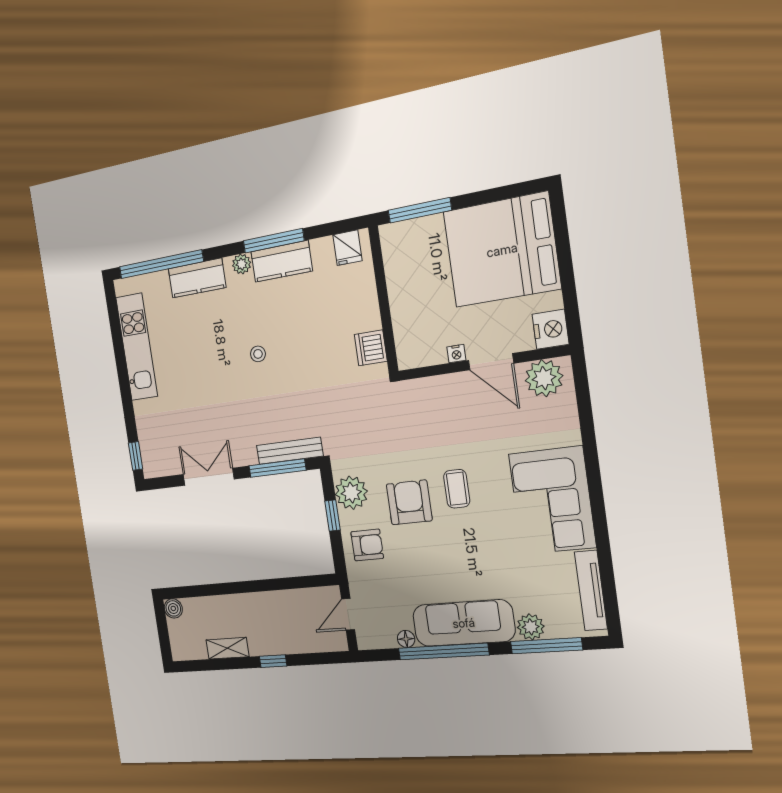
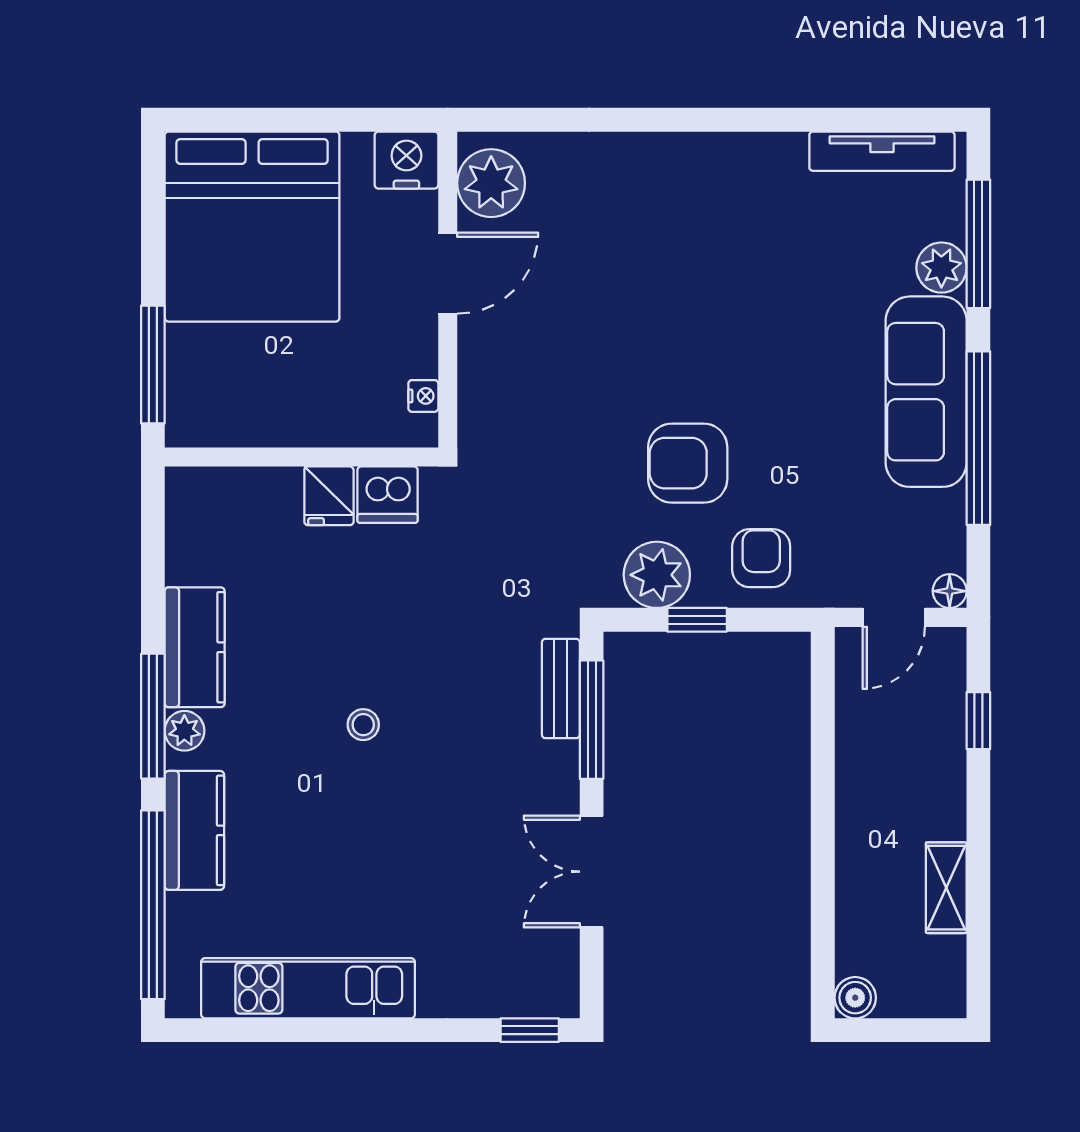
window: (273, 241) -> (153, 716), moved
fridge: (347, 248) -> (329, 496), moved, turned 90
nightstand: (456, 354) -> (423, 396), moved
bench: (290, 451) -> (561, 688), width x0.73
coffee table: (457, 489) -> (672, 369), removed
corner sofa: (552, 501) -> (712, 198), removed
door: (348, 614) -> (894, 617), hinge flipped
floor lamp: (406, 639) -> (950, 591), moved
window: (273, 661) -> (978, 721), moved

